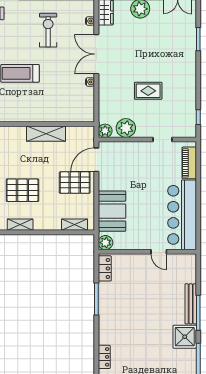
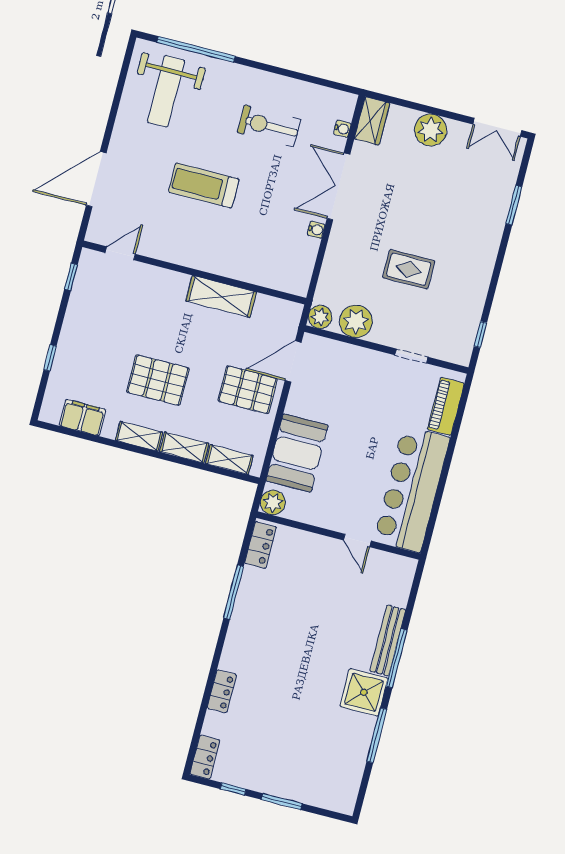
exercise bike: (48, 30) -> (269, 126), turned -90
shelving: (47, 224) -> (184, 447), added

